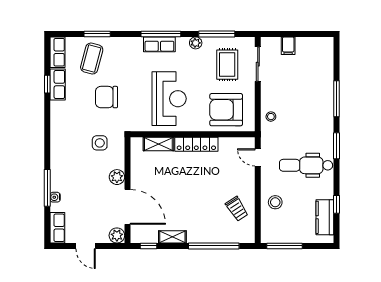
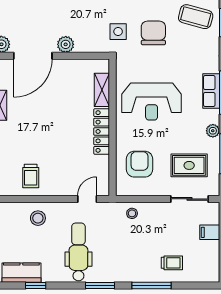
trolley: (316, 80) -> (172, 263), added
armchair: (226, 110) -> (140, 164), width x0.73, depth x0.73
side table: (100, 143) -> (118, 32), moved
trolley: (237, 209) -> (31, 176), turned -57

